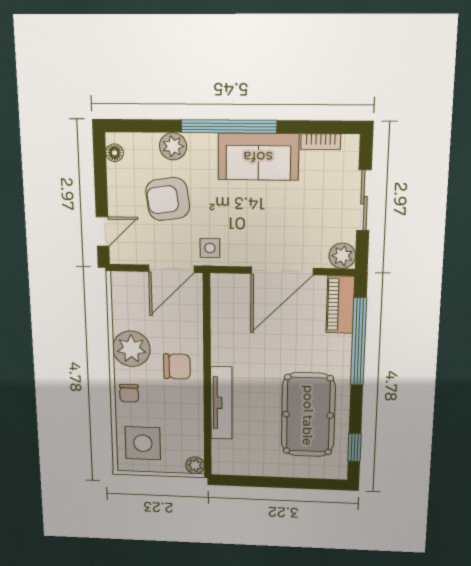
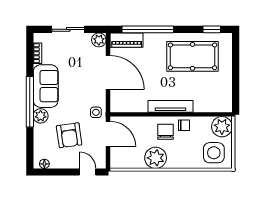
plant: (173, 146) -> (41, 116), moved
chair: (129, 393) -> (184, 125), moved
tv unit: (221, 403) -> (170, 106), moved
plant: (195, 465) -> (222, 127), width x1.87, depth x1.87

